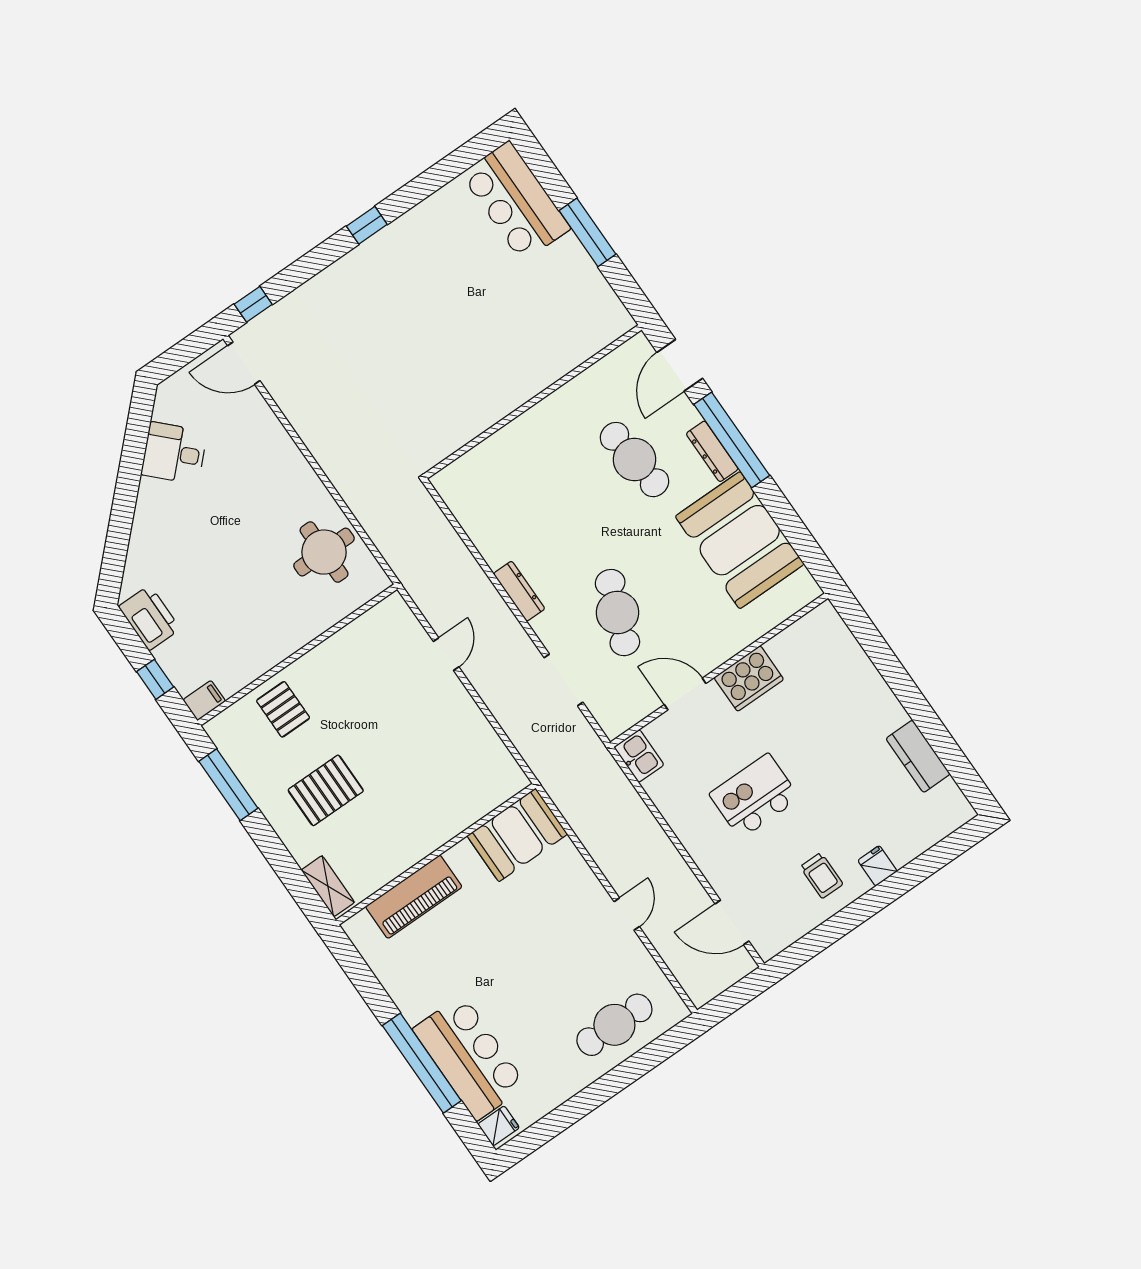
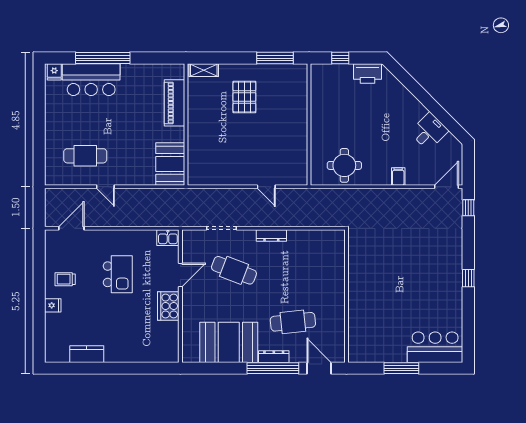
filing cabinet: (204, 700) -> (398, 177), moved, turned 180
pallet: (283, 709) -> (291, 103), removed
cafe table: (614, 1025) -> (85, 156), moved, turned 90

